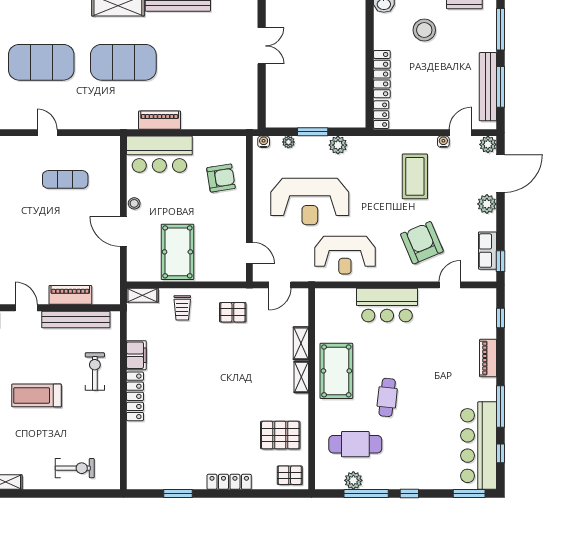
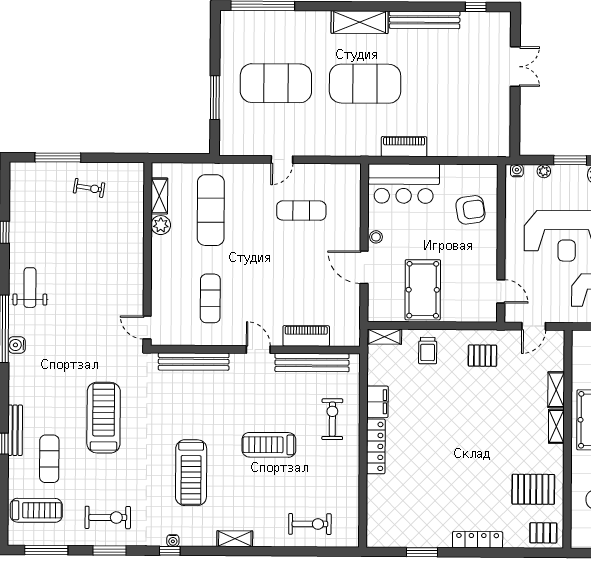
door: (47, 133) -> (282, 160), swing flipped

